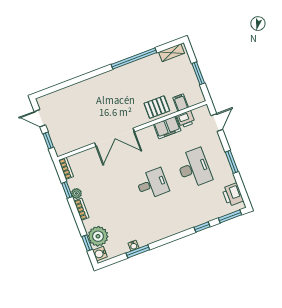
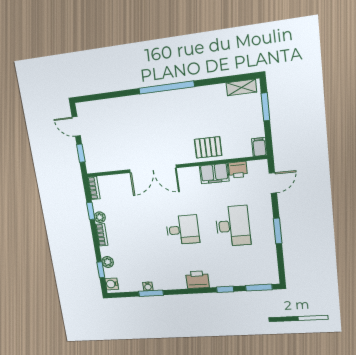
window: (134, 58) -> (167, 88), moved
window: (198, 73) -> (265, 107), moved
filing cabinet: (181, 103) -> (259, 147), moved
printer: (233, 195) -> (197, 280), moved, turned 90
plant: (98, 236) -> (108, 262), width x0.53, depth x0.53

